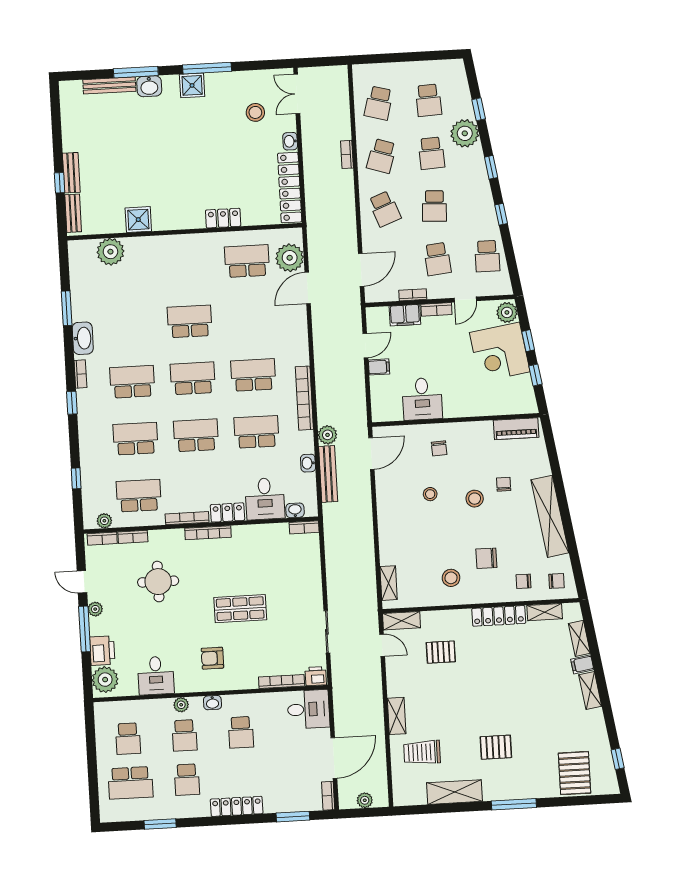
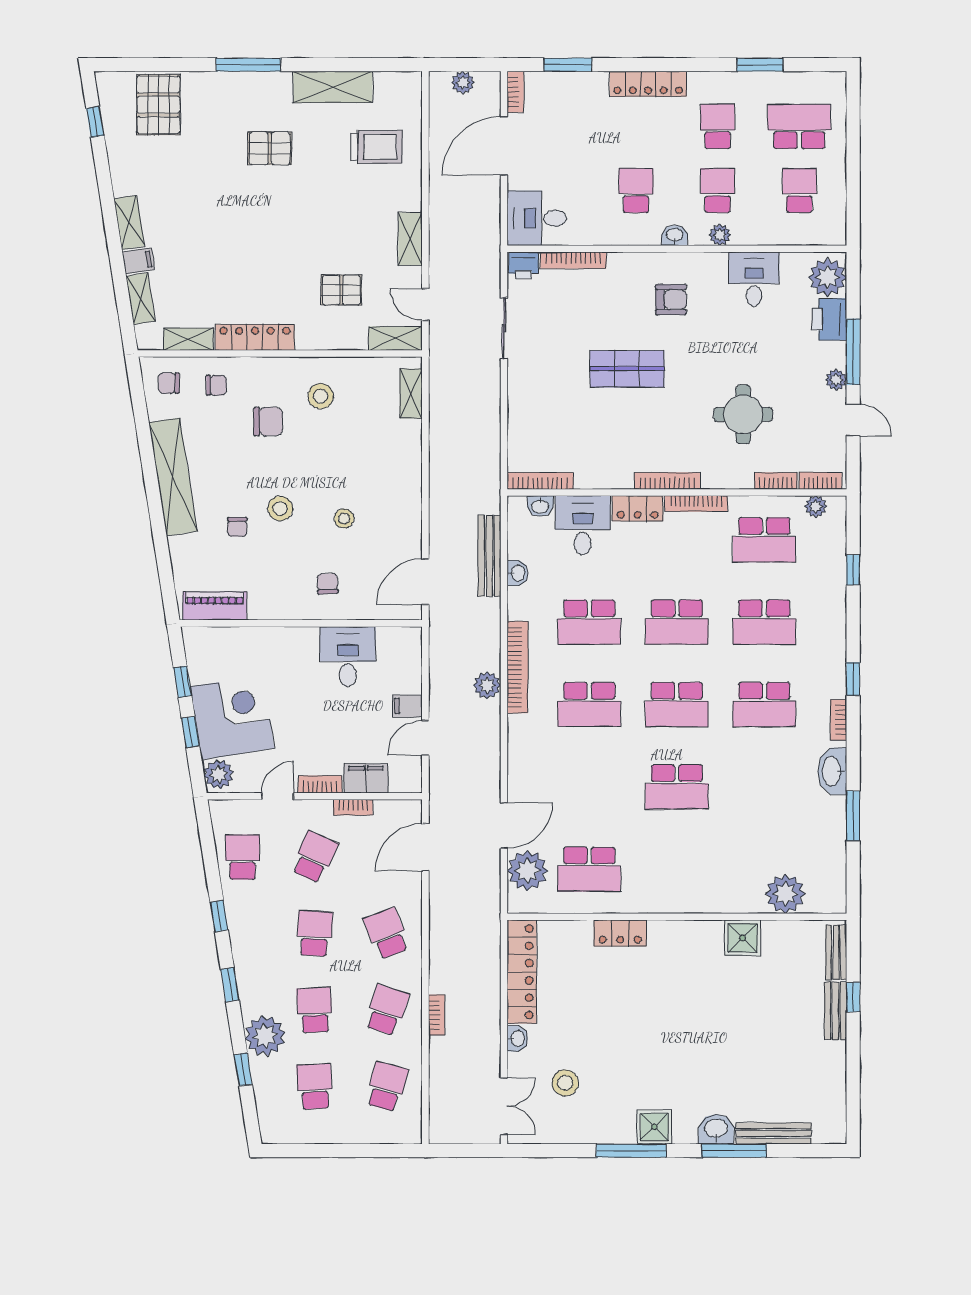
school desk: (437, 259) -> (315, 857), turned 30
plant: (328, 435) -> (487, 685), moved
bookcase: (304, 527) -> (540, 481), width x1.56
shelving: (397, 716) -> (410, 239), moved

